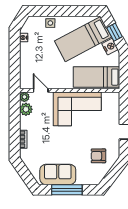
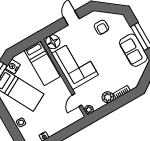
floor lamp: (112, 100) -> (53, 42), added
plant: (26, 109) -> (108, 97), moved

